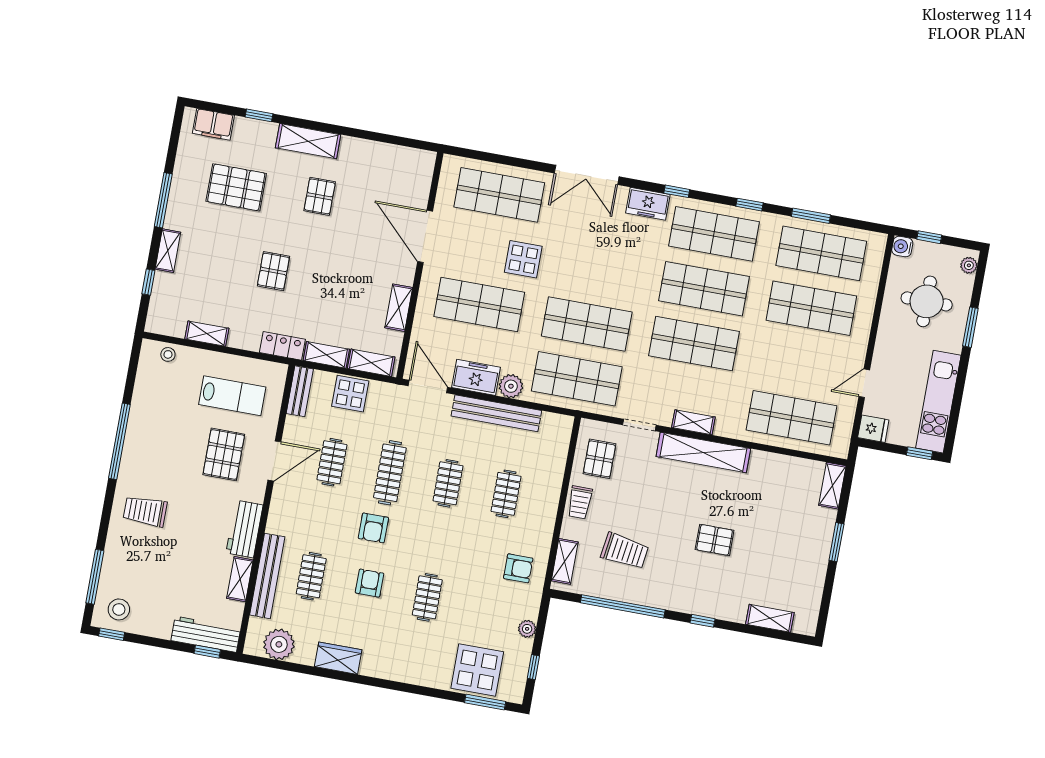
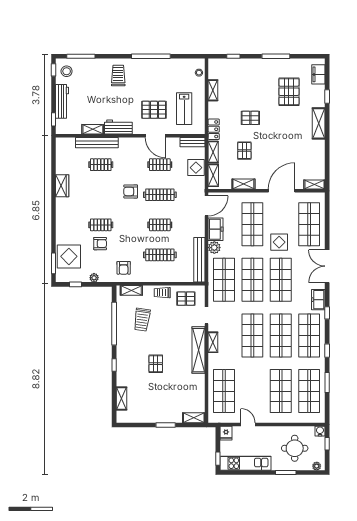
pallet: (320, 196) -> (244, 151), moved, turned 90
shelving: (168, 251) -> (314, 185), moved
shop shelf: (597, 269) -> (281, 280), added
bench: (496, 413) -> (199, 260), moved
clothes rail: (506, 494) -> (160, 255), width x1.36
armchair: (370, 583) -> (100, 244), moved
workbench: (206, 634) -> (62, 101), moved
plant: (279, 644) -> (64, 155), removed

